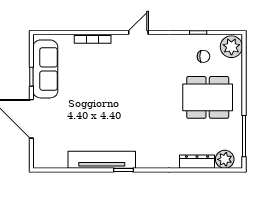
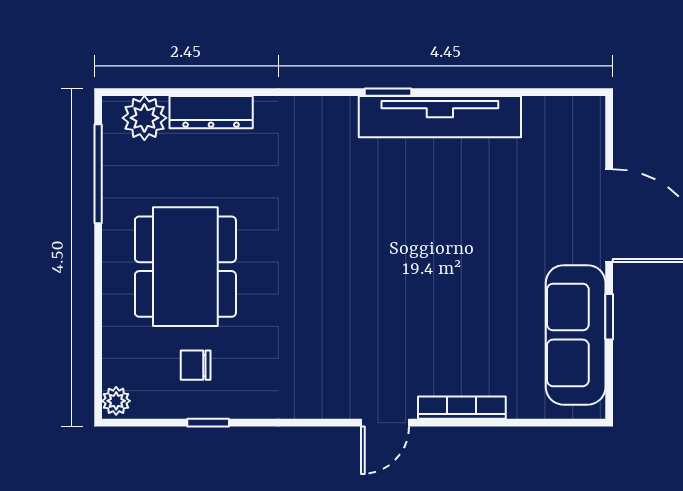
door: (138, 33) -> (385, 423), moved
plant: (231, 47) -> (116, 401), width x0.53, depth x0.53
dining table: (208, 97) -> (185, 267), turned 90

